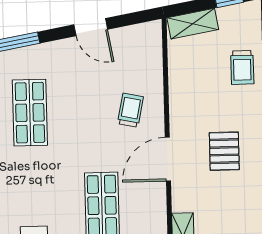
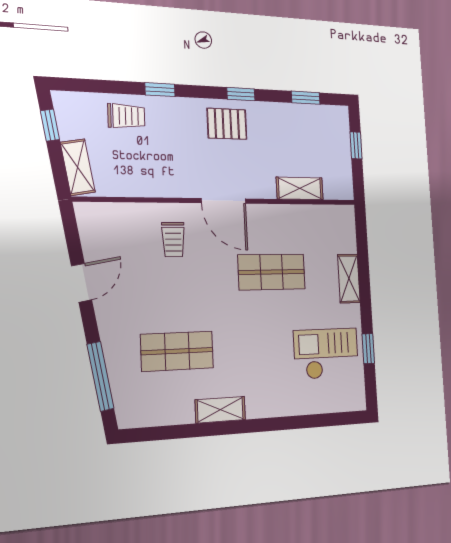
trolley: (130, 110) -> (173, 240), turned -102
pallet: (224, 151) -> (227, 124), moved

